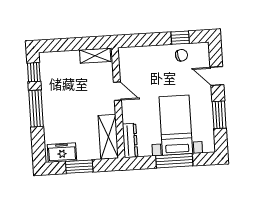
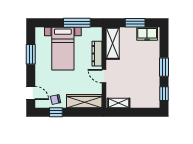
wardrobe: (142, 55) -> (84, 101), added
door: (217, 76) -> (31, 93), moved
window: (36, 108) -> (164, 67), width x0.69
dresser: (130, 140) -> (97, 54), moved
window: (174, 161) -> (77, 23), moved

